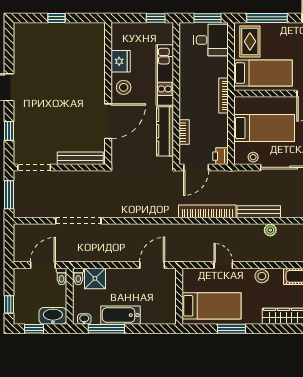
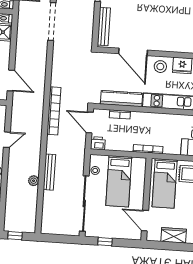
bookcase: (207, 211) -> (54, 111), moved

